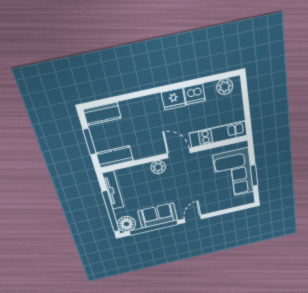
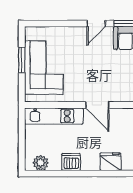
fridge: (174, 99) -> (110, 162), moved
plant: (158, 167) -> (121, 95), removed

